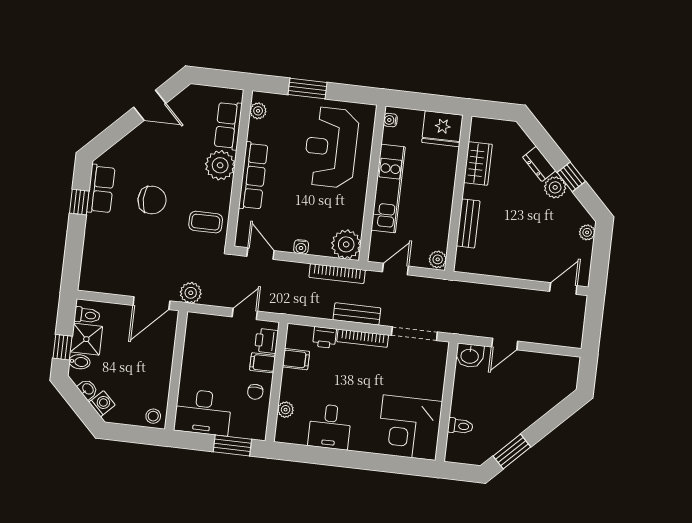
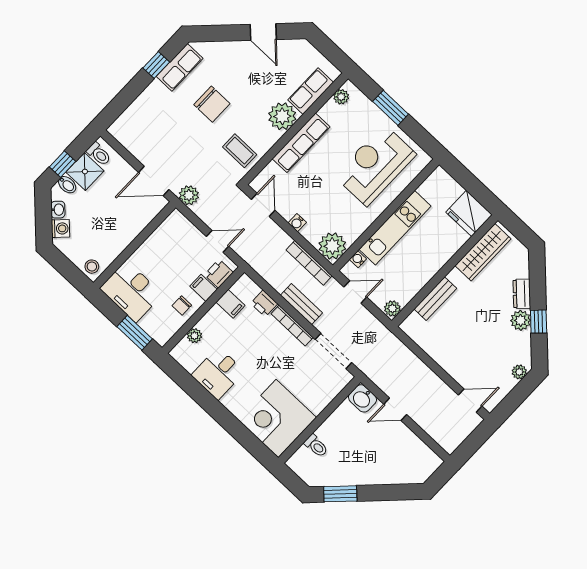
water cooler: (390, 120) -> (358, 259), moved
wardrobe: (478, 163) -> (483, 252), width x1.50

